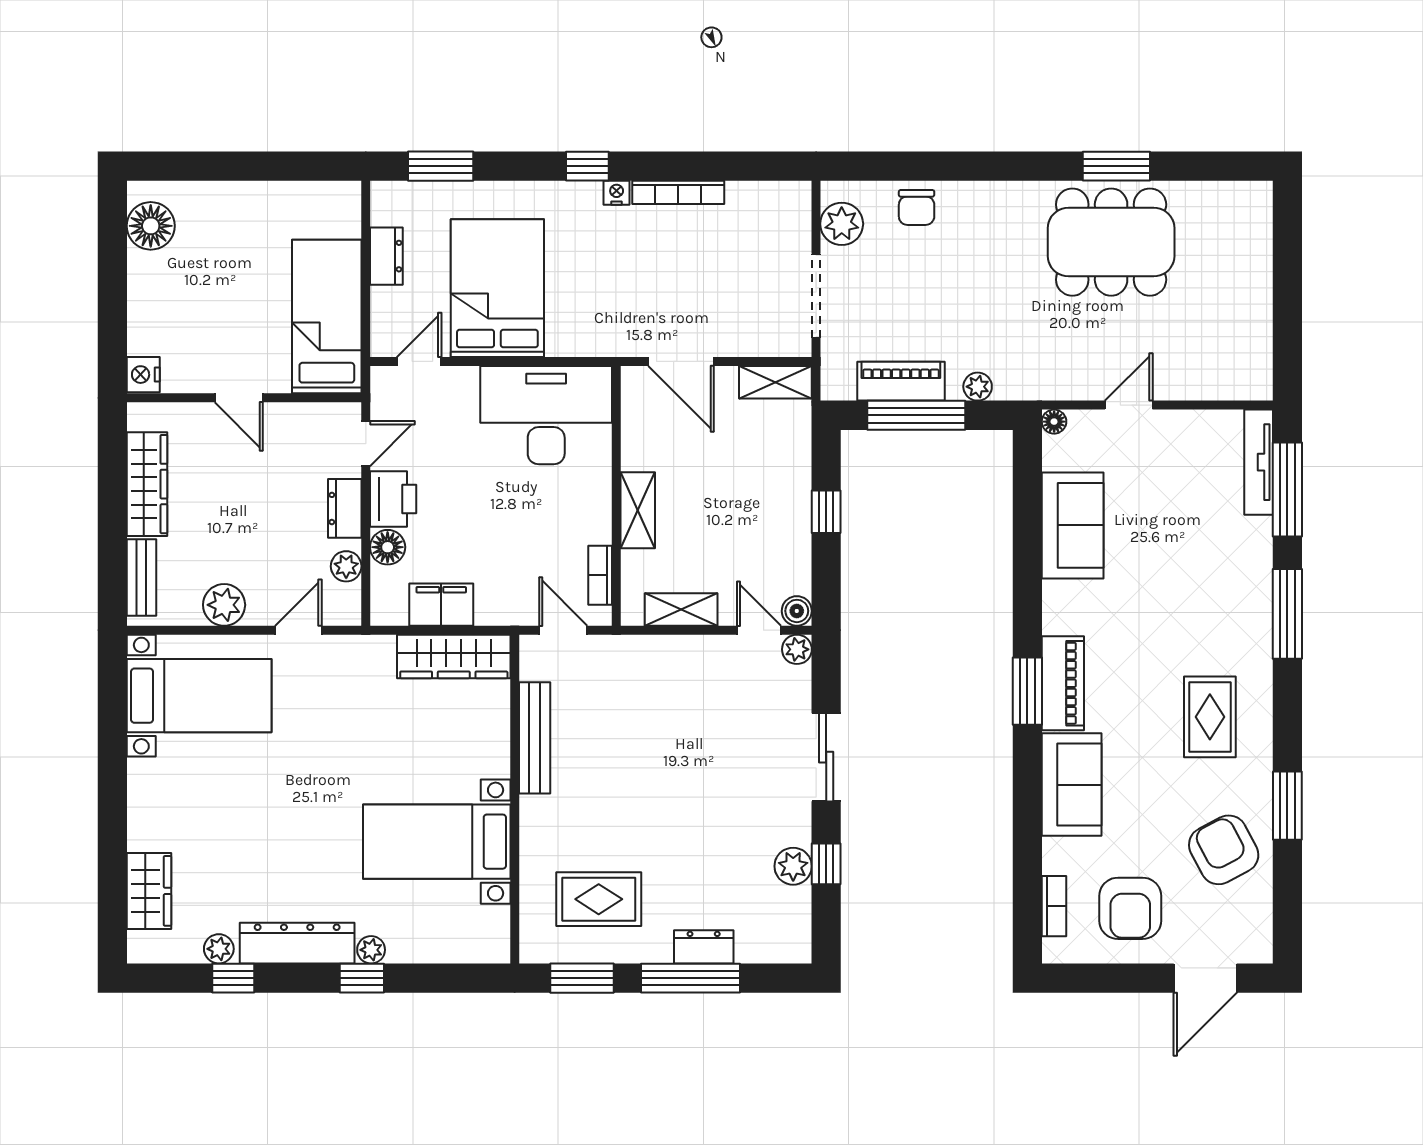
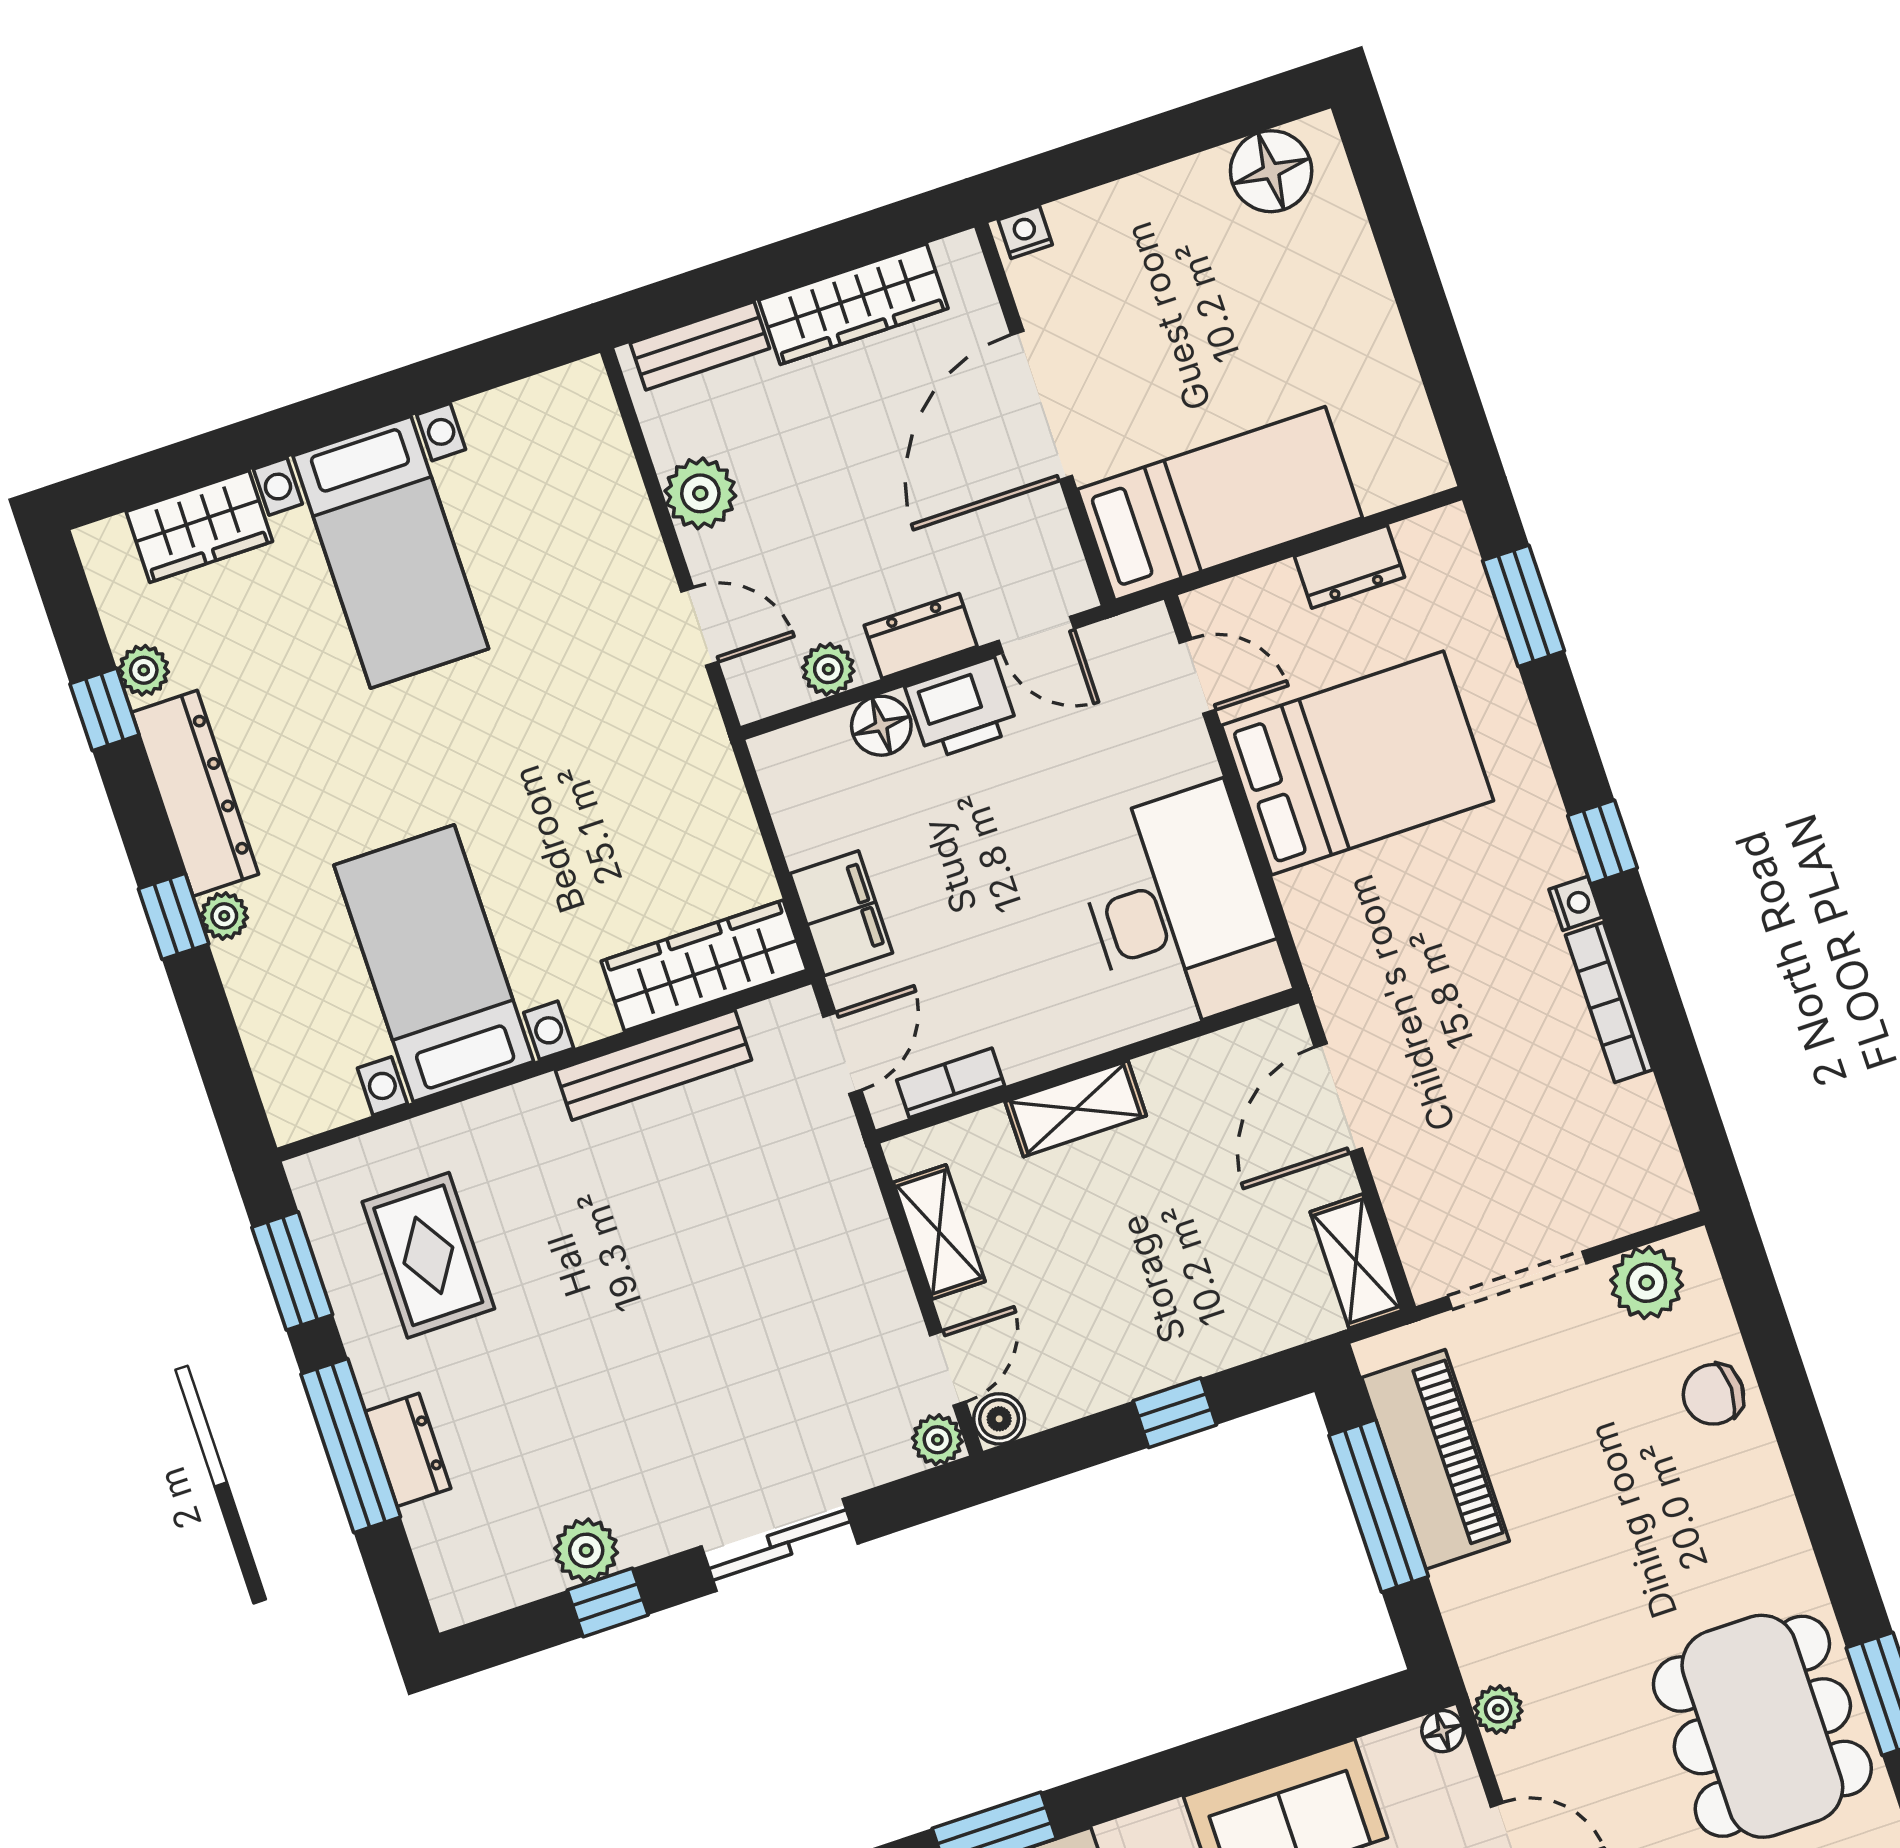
nightstand: (143, 375) -> (1025, 232), width x0.72, depth x0.74
piano: (901, 381) -> (1435, 1459), width x1.37, depth x1.33
plant: (978, 387) -> (1498, 1710), moved
door: (239, 398) -> (1042, 406), width x1.87
filing cabinet: (441, 605) -> (841, 913), moved
wardrobe: (454, 656) -> (704, 966), moved, turned 90
bed with nightstands: (199, 696) -> (391, 552), moved

